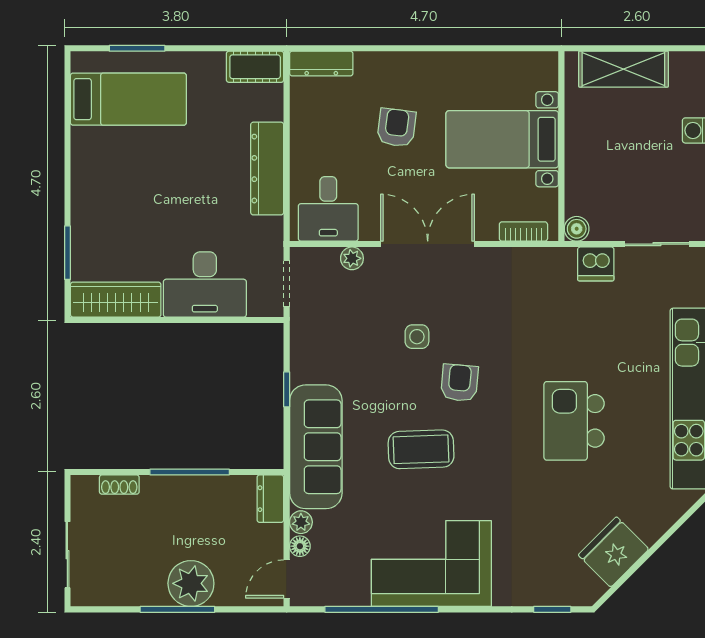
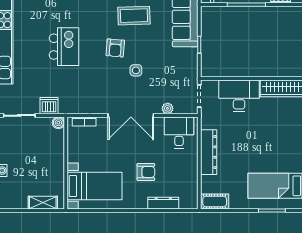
dresser: (321, 64) -> (163, 203), moved
shelving: (623, 69) -> (43, 203), width x0.67, depth x0.75
armchair: (397, 128) -> (146, 172), turned -97
bed with nightstands: (502, 139) -> (95, 186), moved
kitchen island: (574, 421) -> (64, 47), moved

